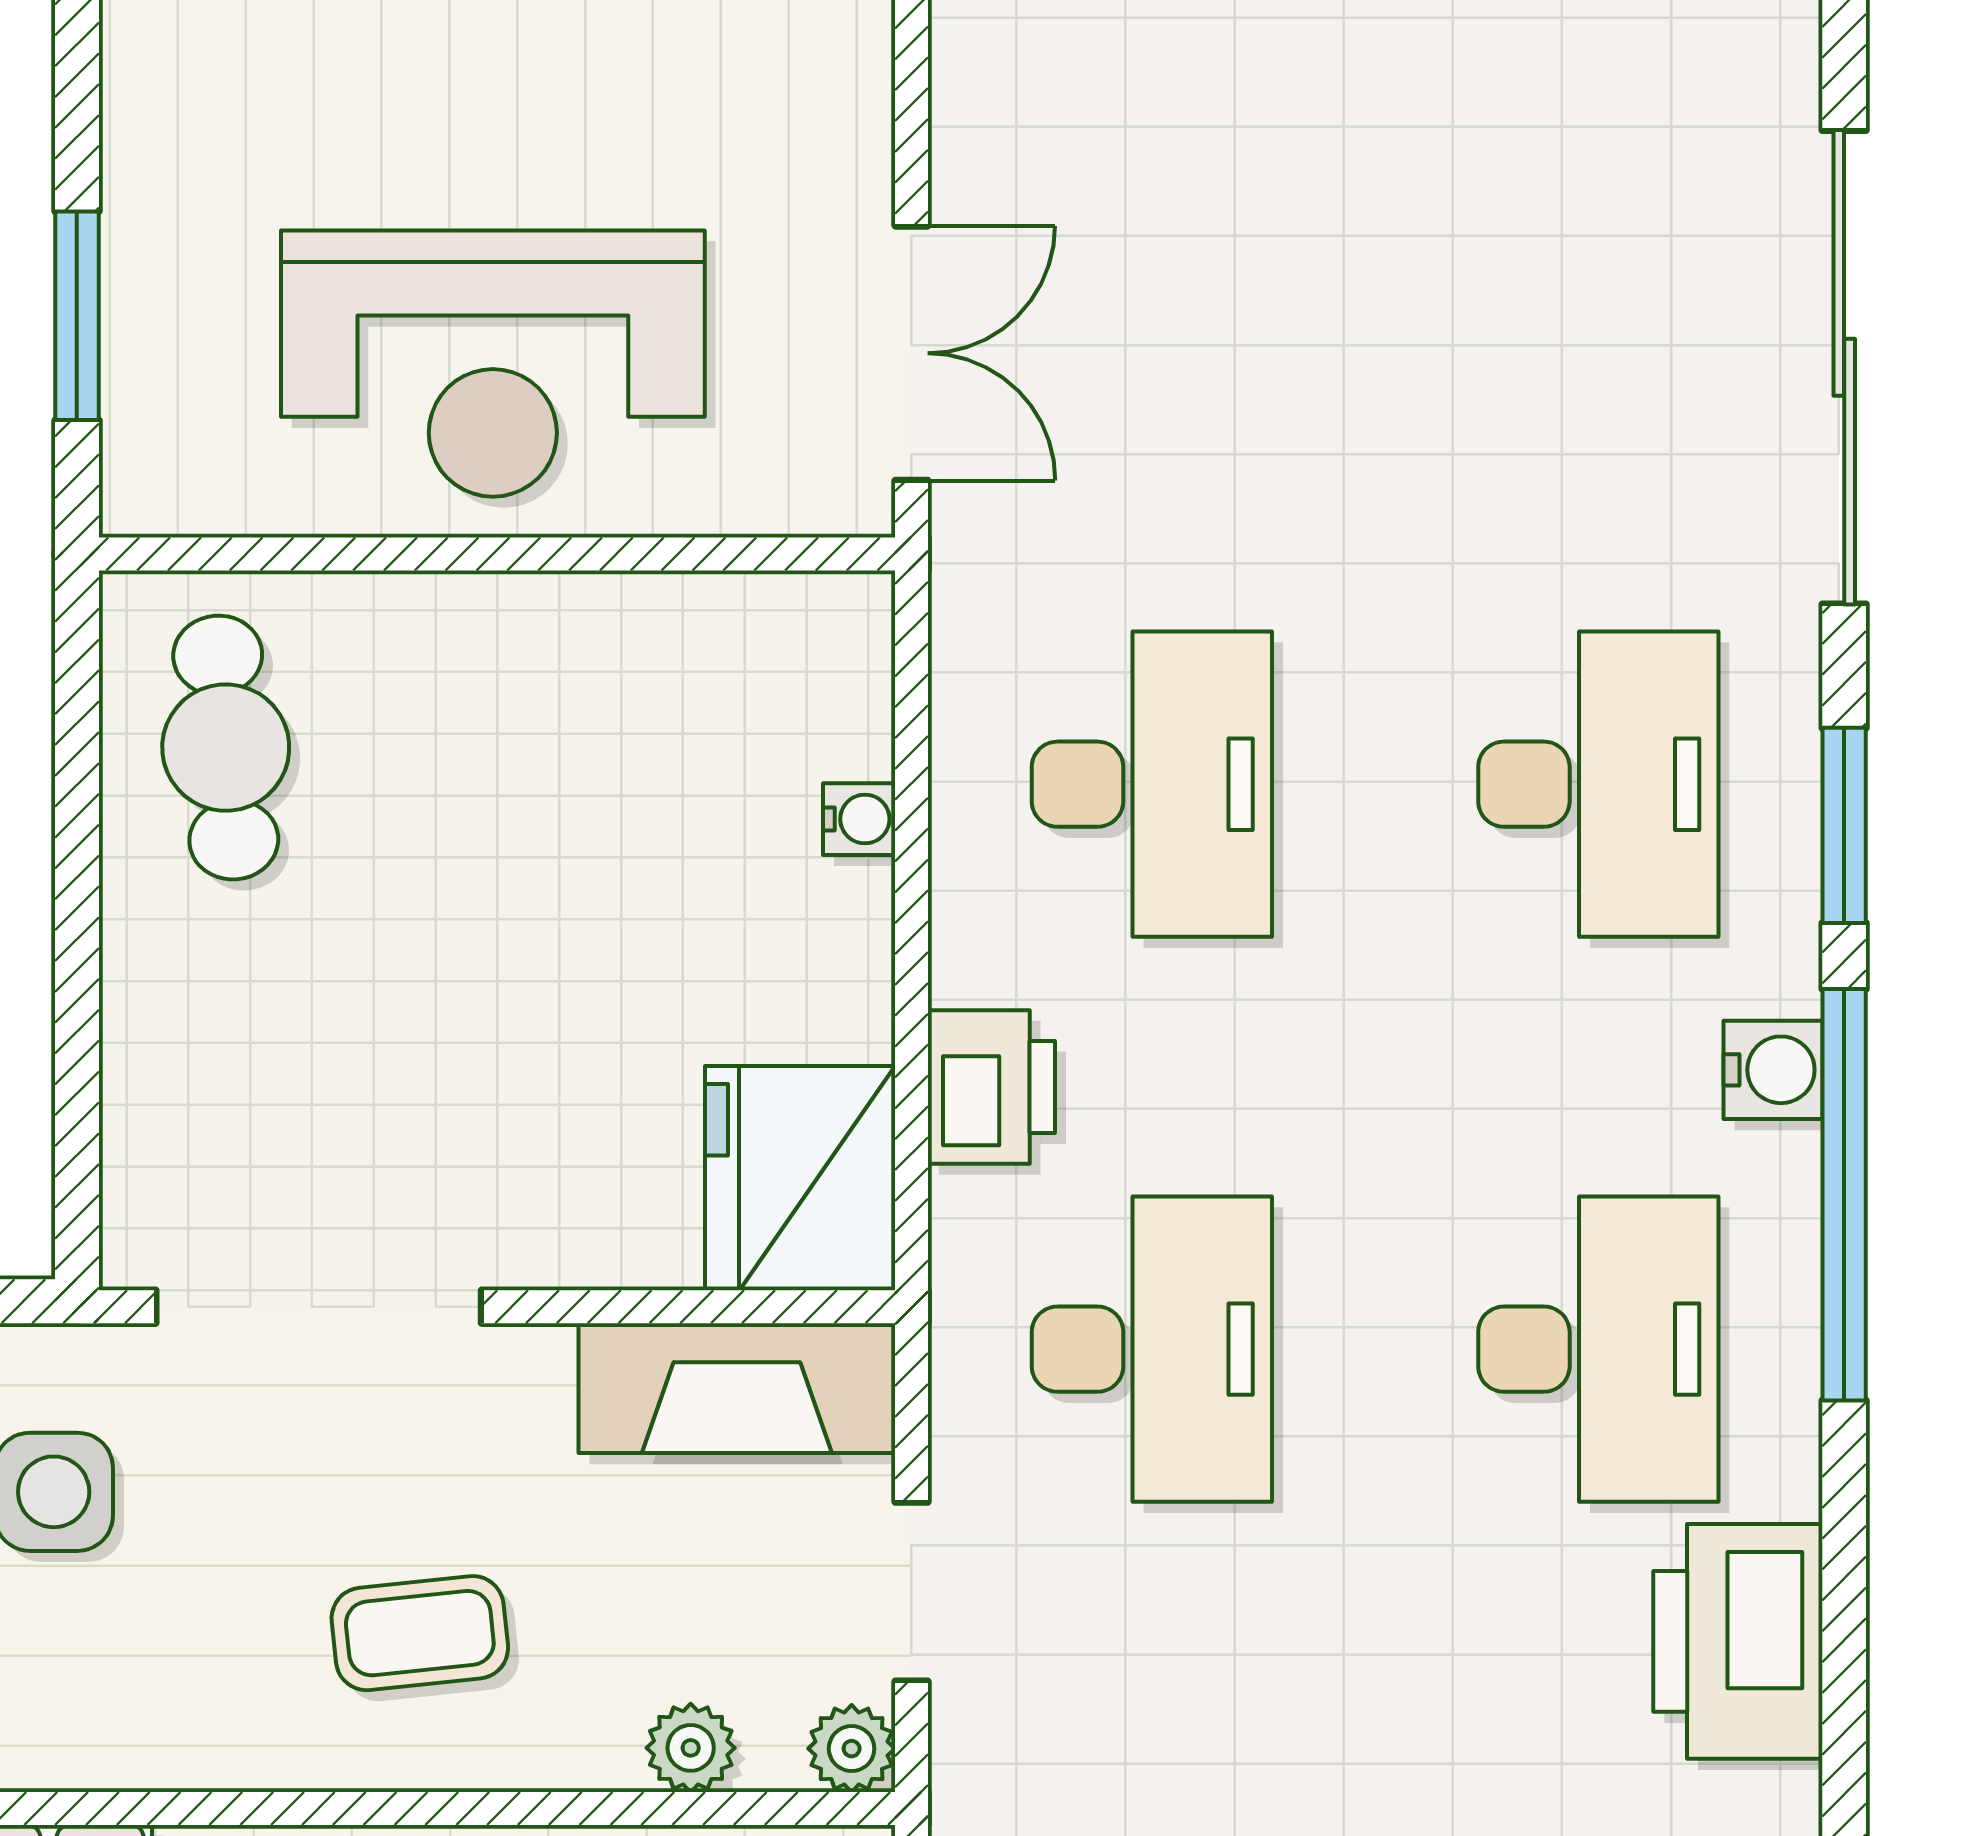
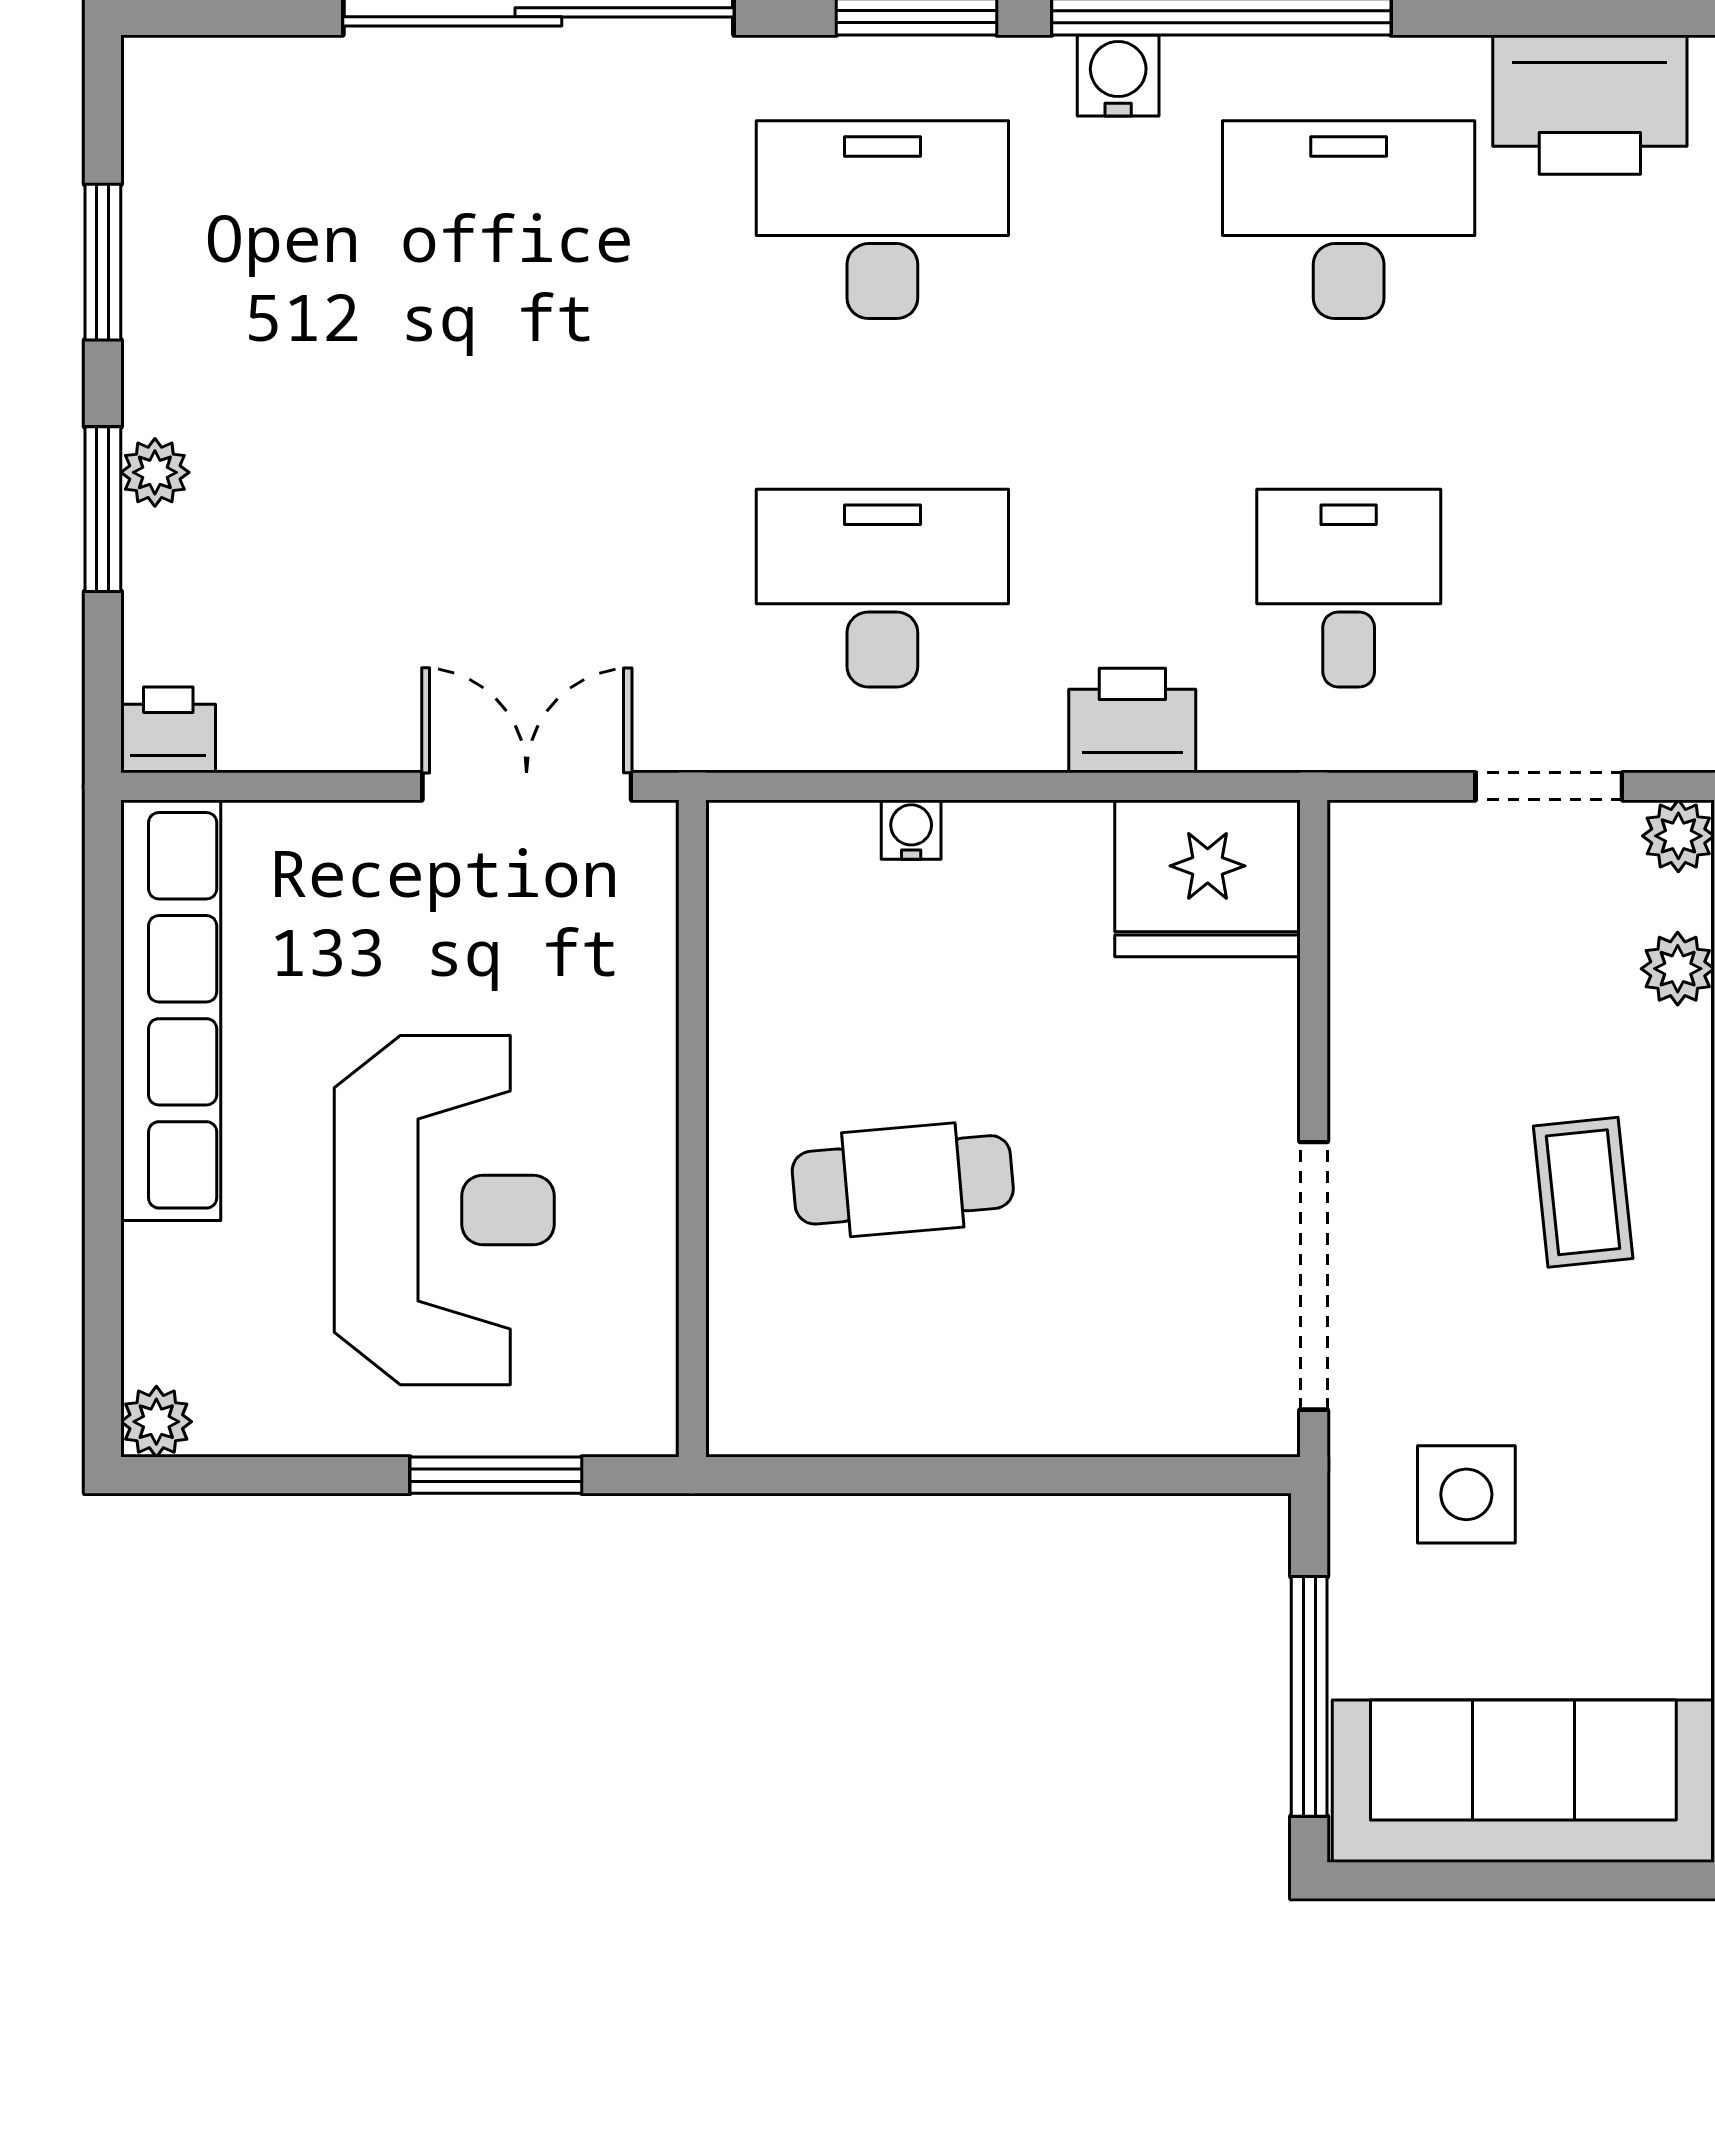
reception desk: (493, 364) -> (444, 1210), moved
cafe table: (226, 748) -> (903, 1180), moved
desk: (1152, 1349) -> (1349, 588), width x0.73
fireplace: (737, 1388) -> (1381, 931), removed

